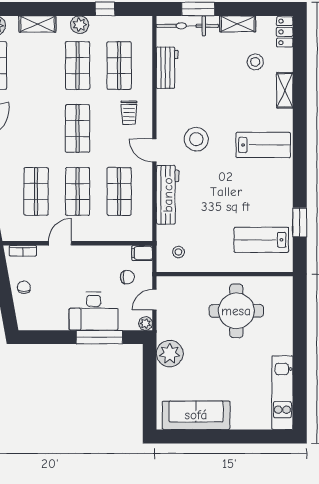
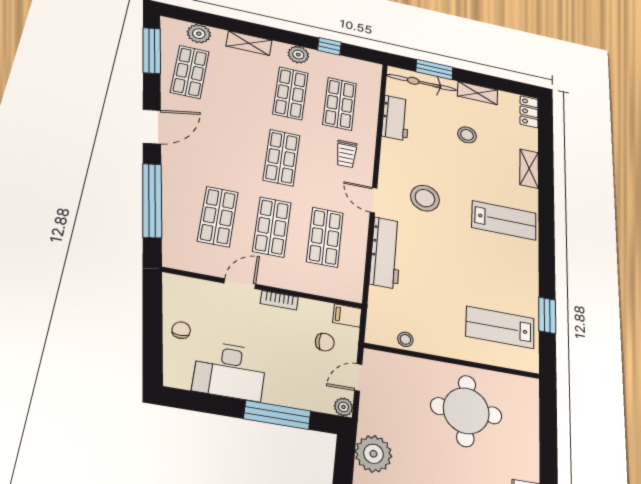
stool: (255, 62) -> (467, 135), moved
bookcase: (23, 251) -> (279, 300), moved
stool: (178, 252) -> (405, 339), moved
desk: (94, 311) -> (230, 371), moved

